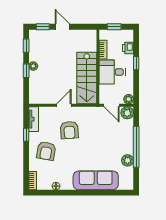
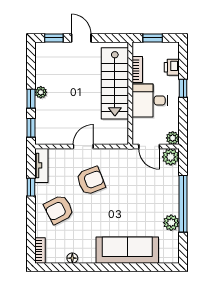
window: (26, 46) -> (31, 128), moved
stairs: (87, 78) -> (115, 83), moved
armchair: (69, 130) -> (91, 181), turned -107
armchair: (46, 151) -> (59, 210), turned 53

